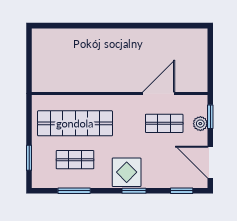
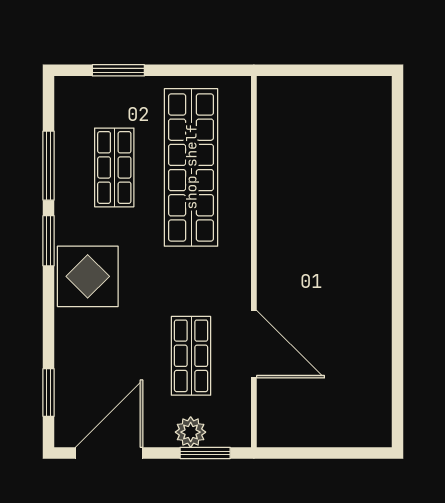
window: (134, 191) -> (49, 241), moved

